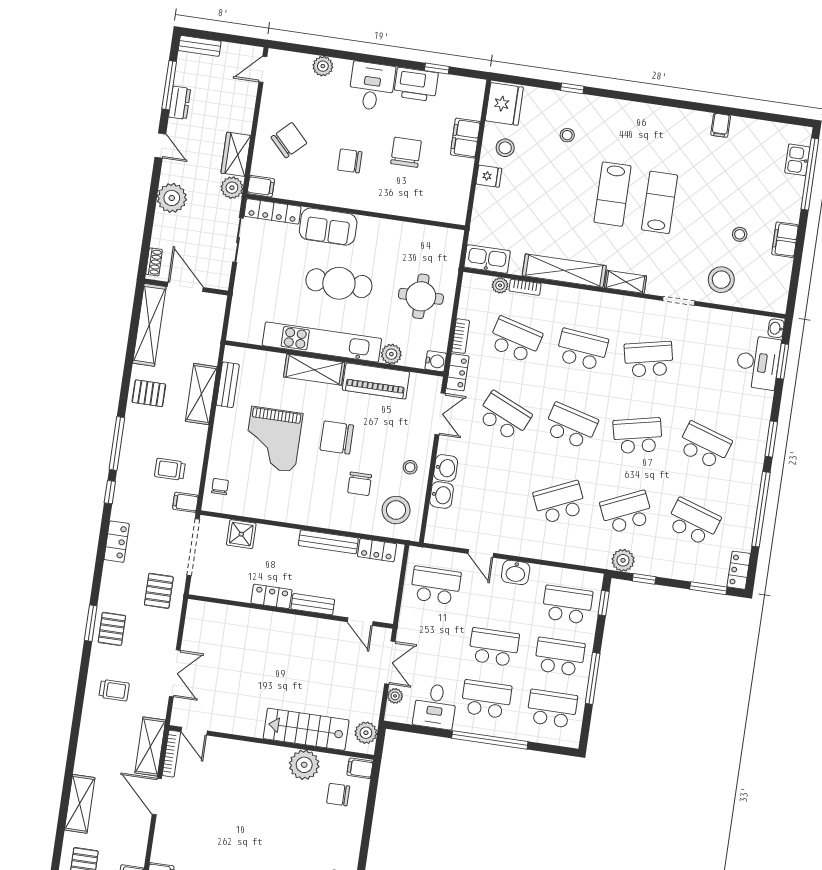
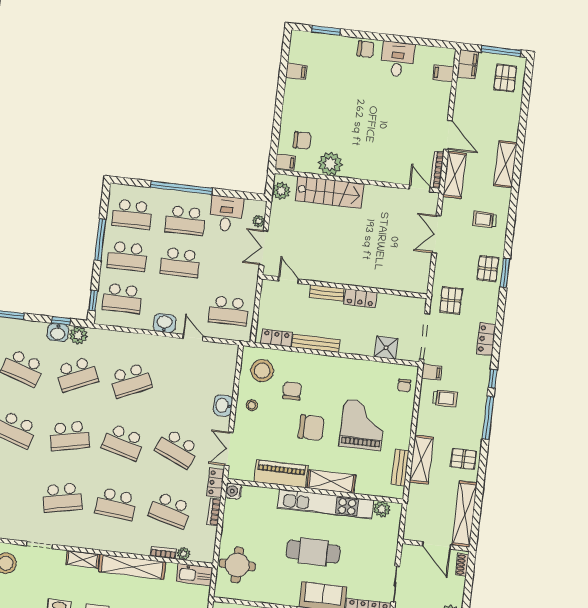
round table: (421, 296) -> (237, 565), moved
plant: (391, 354) -> (382, 509), moved
washbasin: (442, 495) -> (58, 332), moved, turned -90
shelving: (80, 804) -> (506, 164), moved

